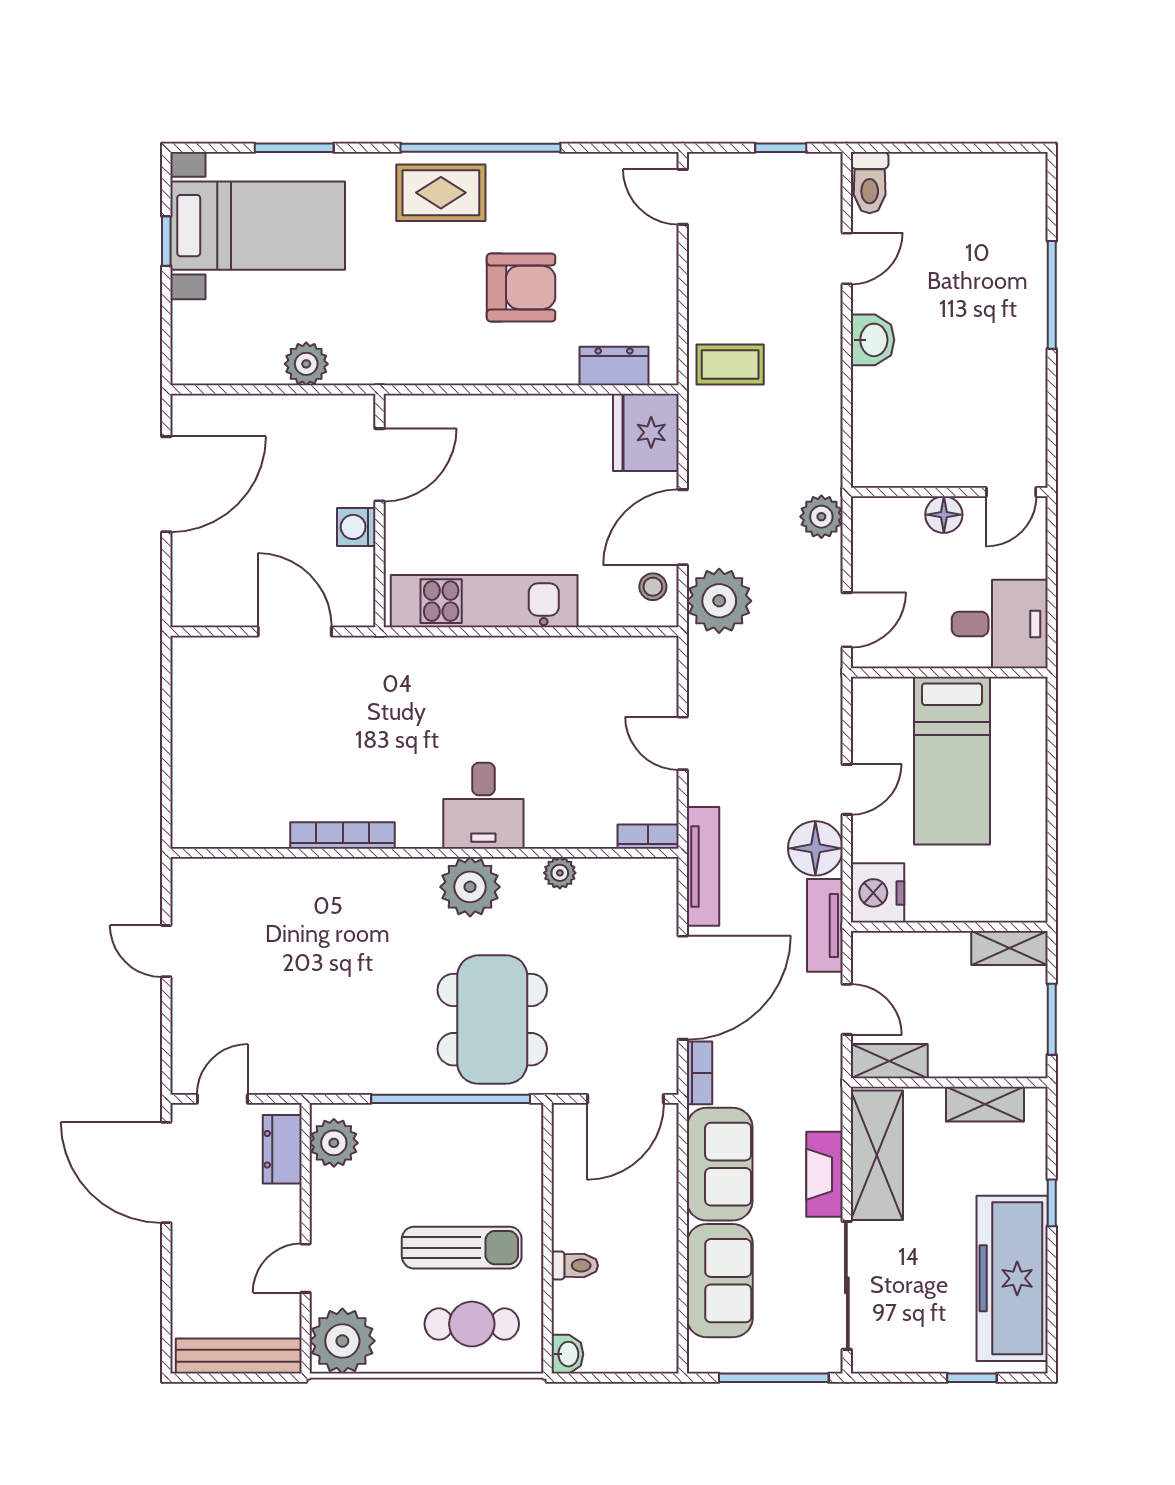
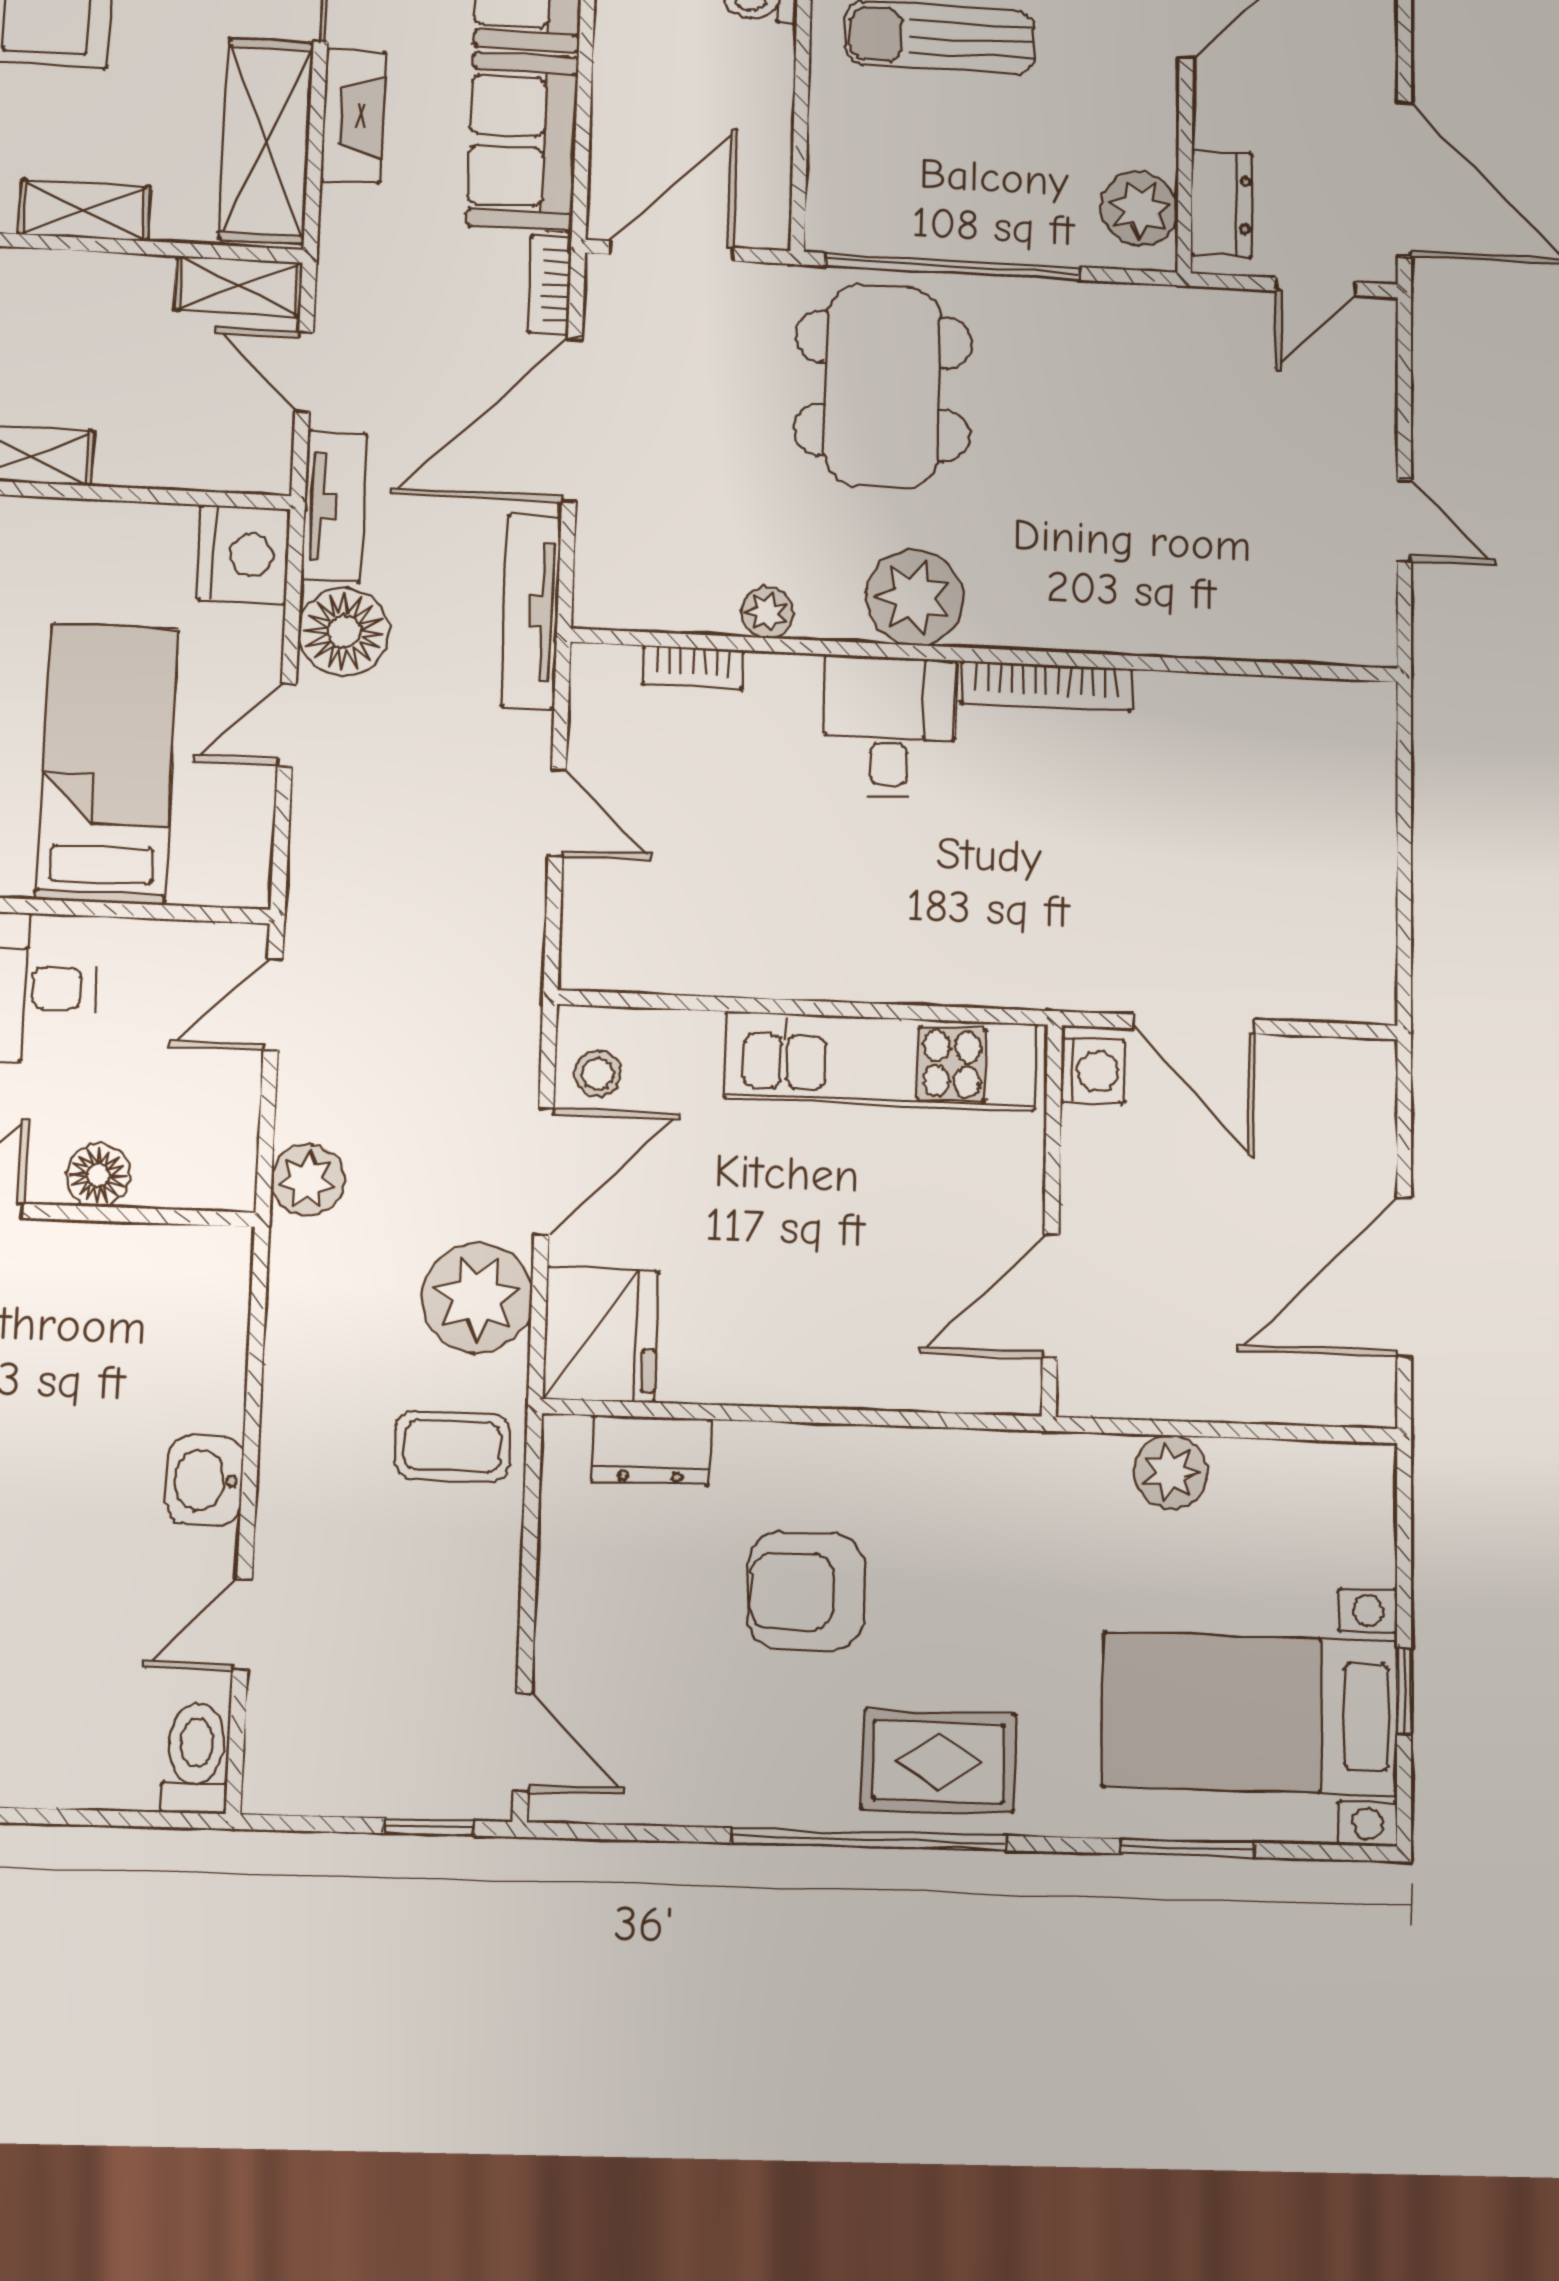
window: (781, 148) -> (429, 1827), moved
washing machine: (356, 527) -> (1093, 1071), moved
plant: (719, 601) -> (477, 1298), moved
bookcase: (343, 835) -> (1046, 686), moved
bookcase: (648, 837) -> (693, 667), moved

